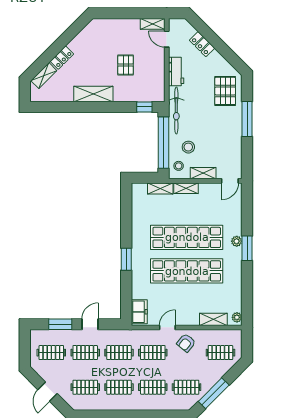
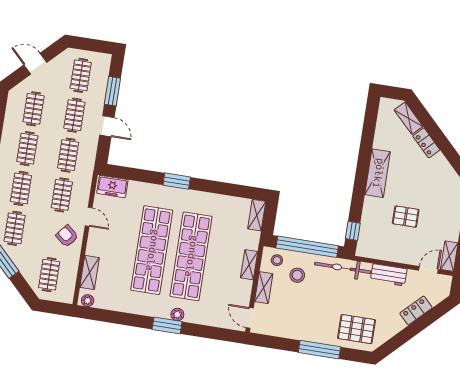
shelving: (160, 189) -> (257, 215), moved

